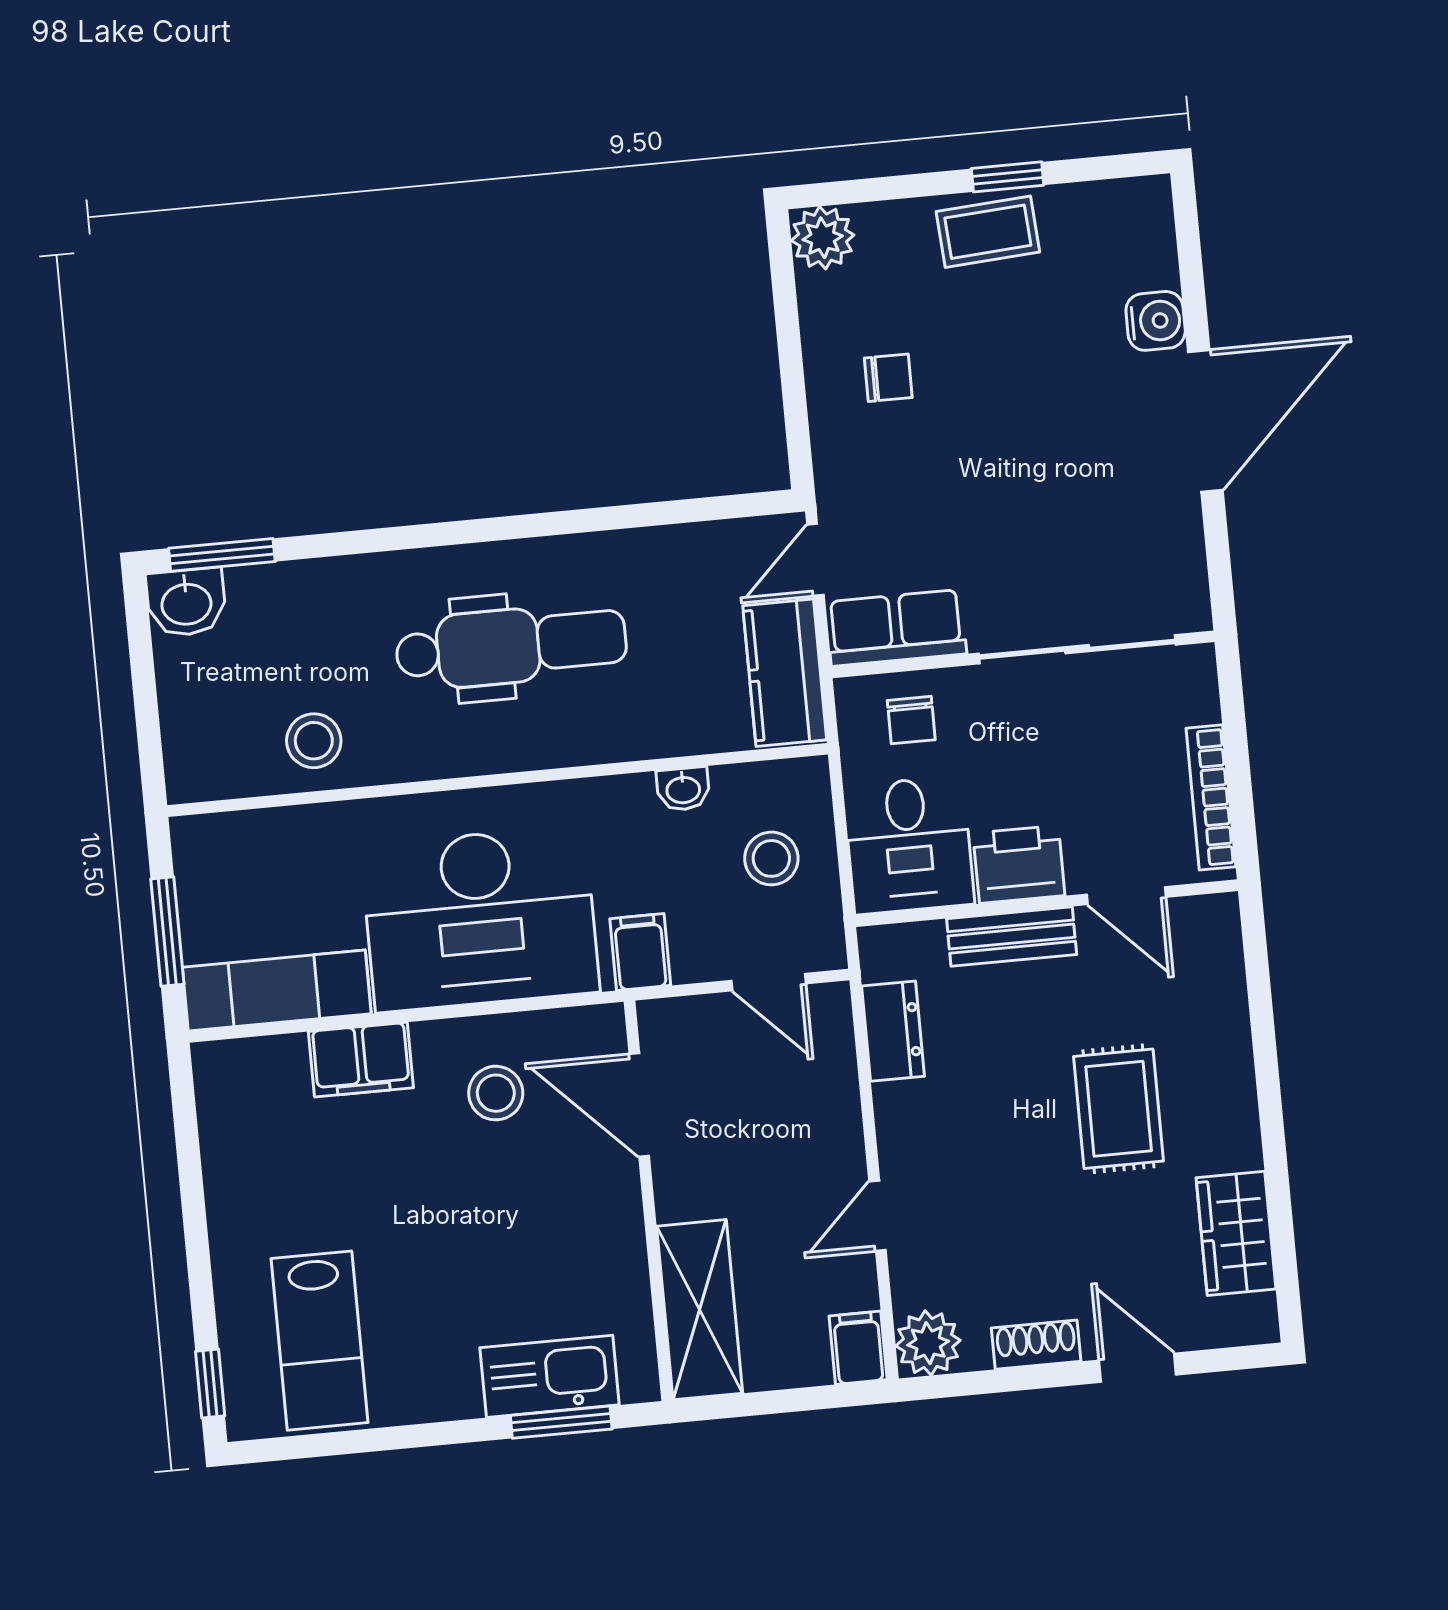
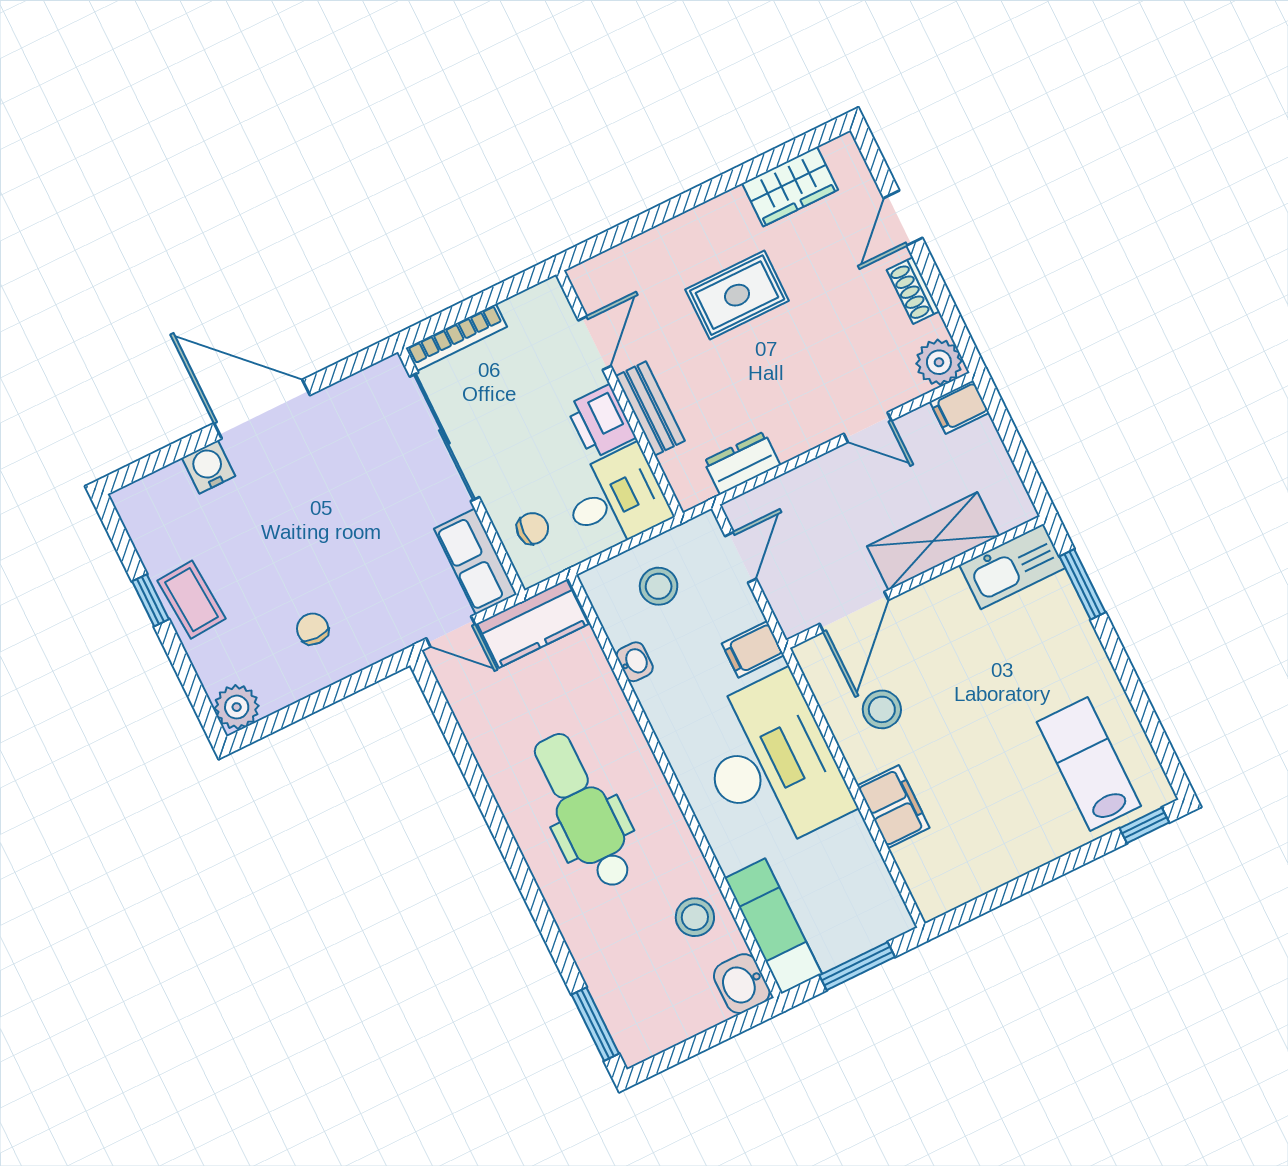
washbasin: (186, 602) -> (742, 984), moved, turned 180
bookcase: (1211, 797) -> (456, 337), moved
exam couch: (277, 990) -> (773, 926), moved, turned 180
shelving: (700, 1310) -> (933, 541), moved
lab bench: (319, 1341) -> (1089, 764), turned -90
kitchen sink: (550, 1376) -> (1012, 566), moved, turned -90

